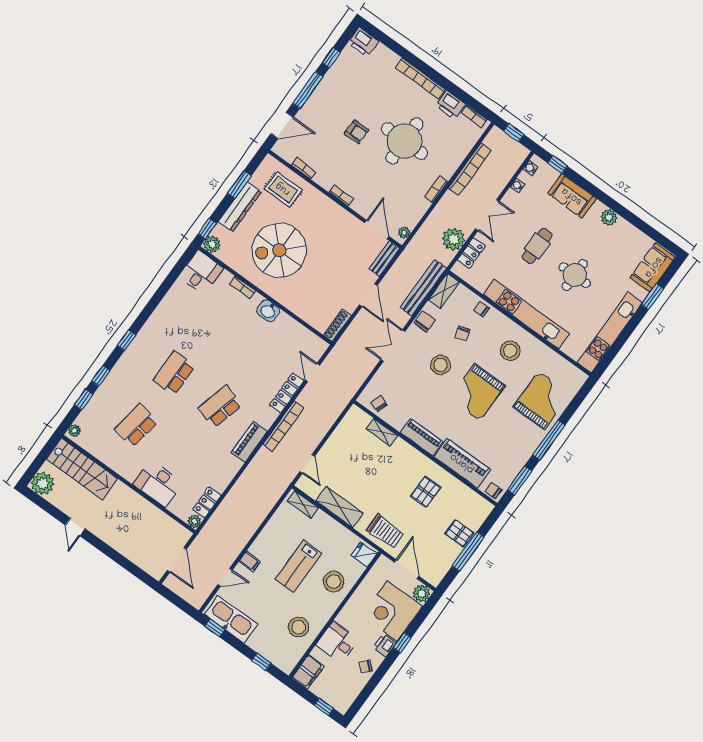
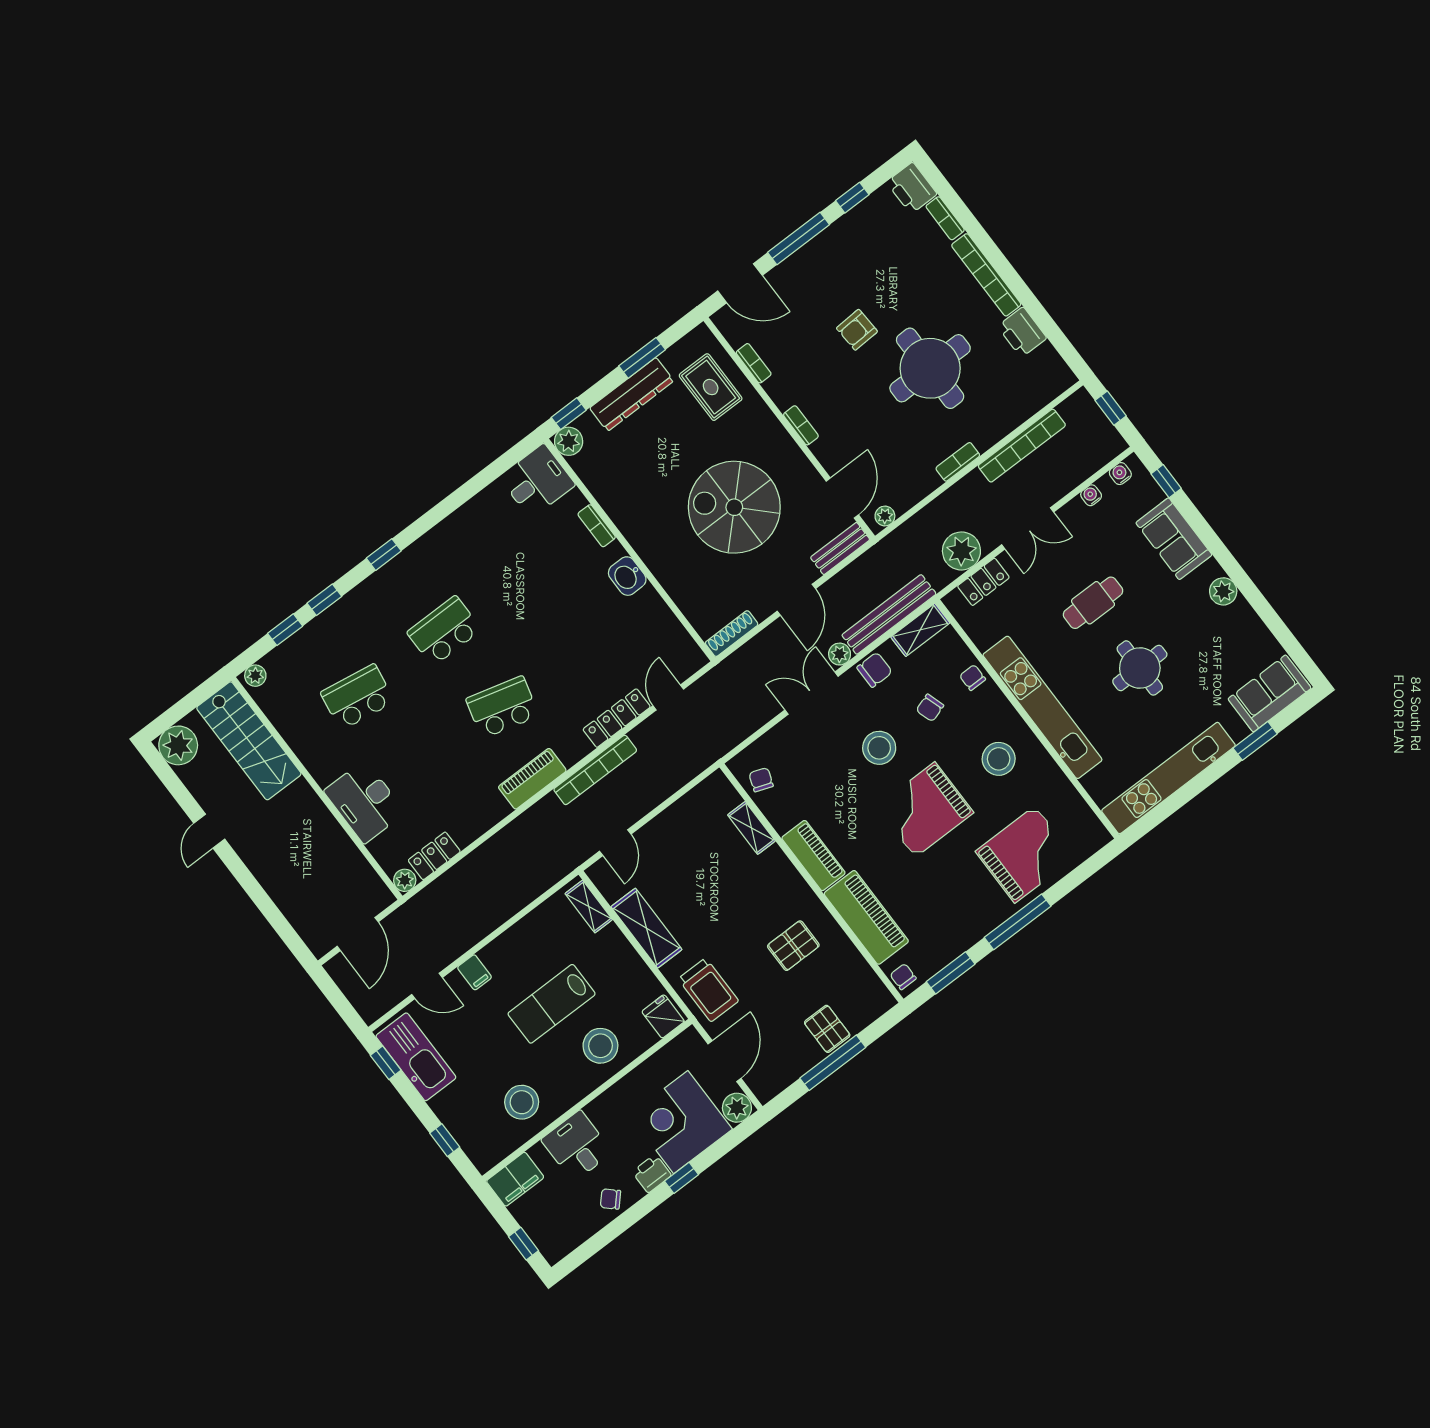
bookcase: (474, 116) -> (945, 218), moved
armchair: (356, 132) -> (857, 330), turned 87
spiral stairs: (279, 250) -> (734, 507), moved
plant: (402, 319) -> (840, 654), added

